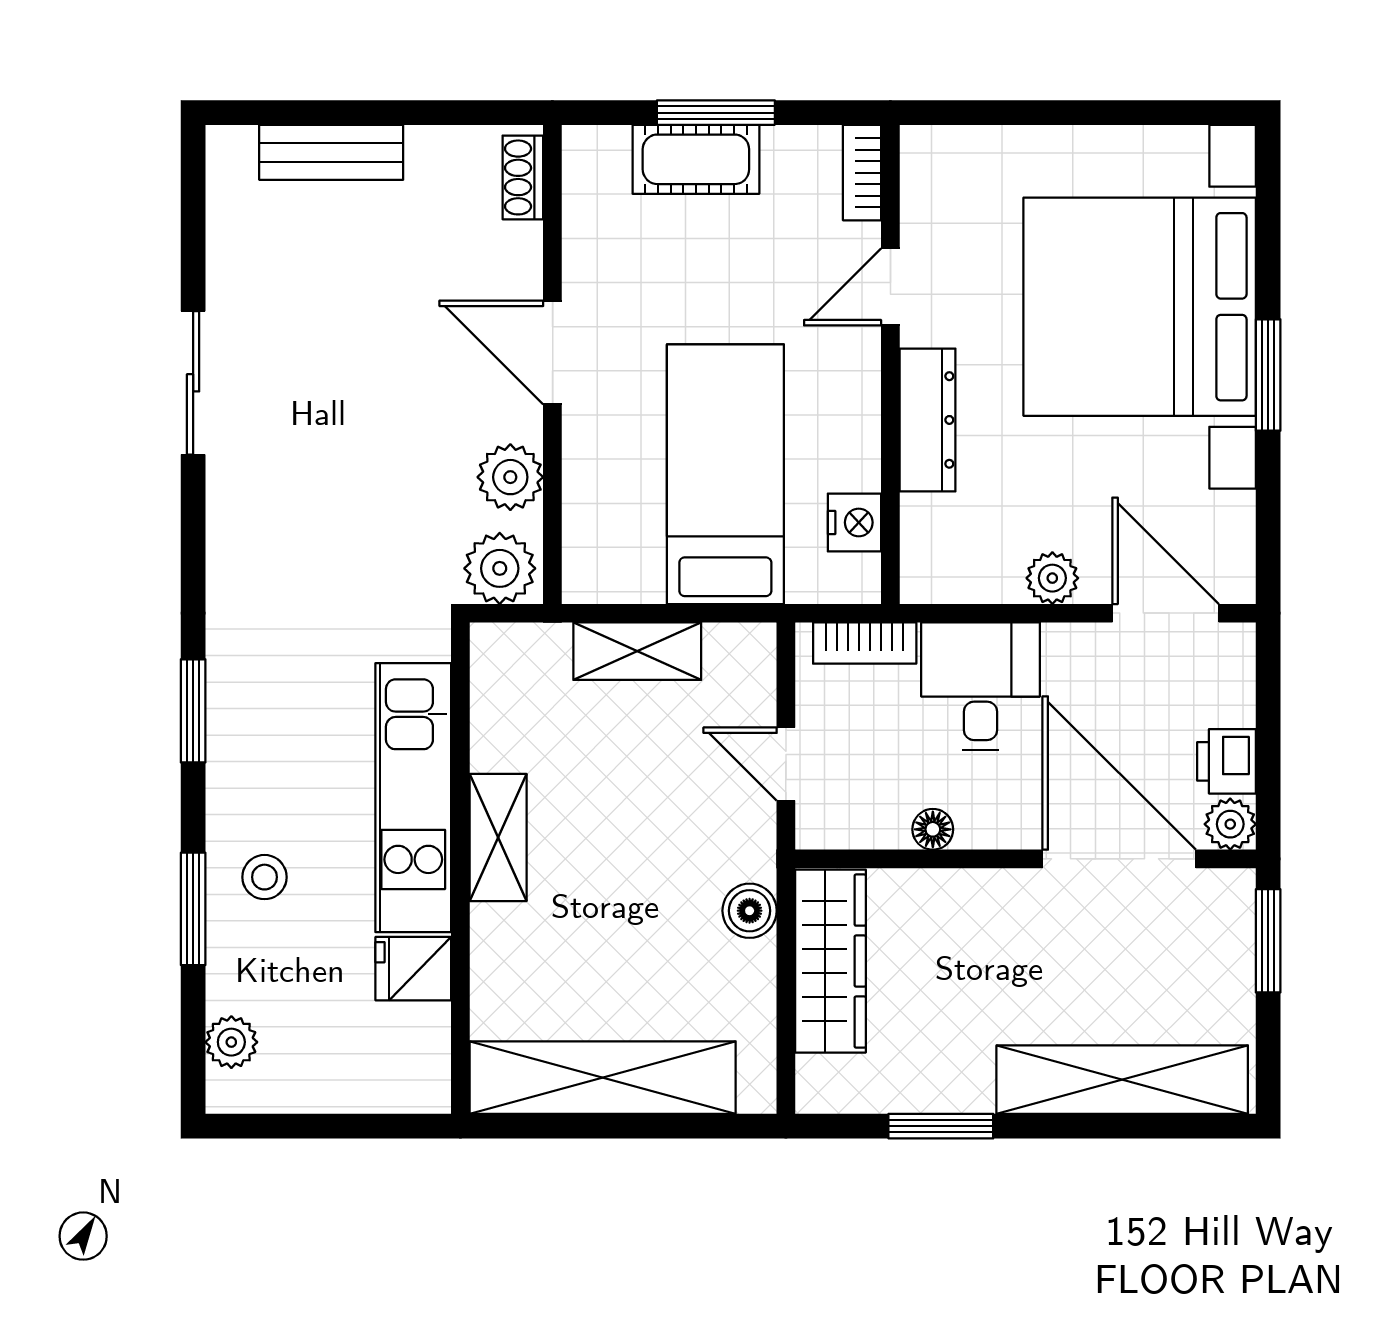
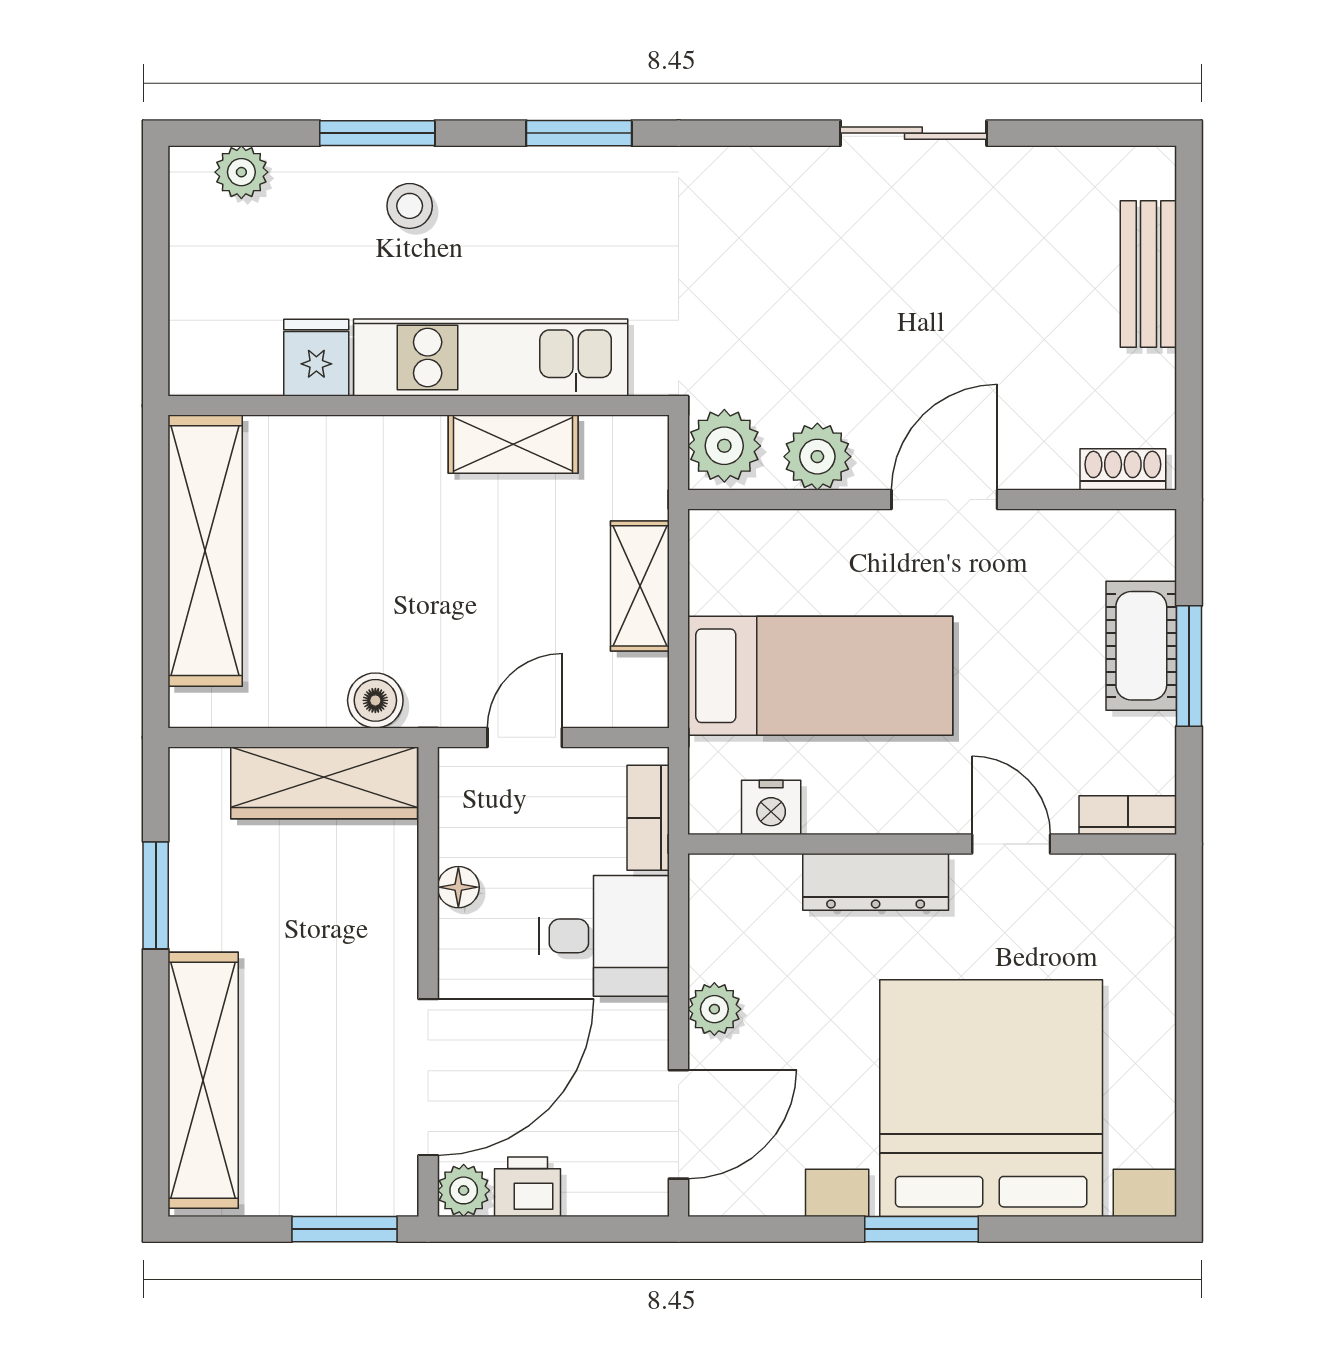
shelving: (498, 837) -> (513, 444), moved

